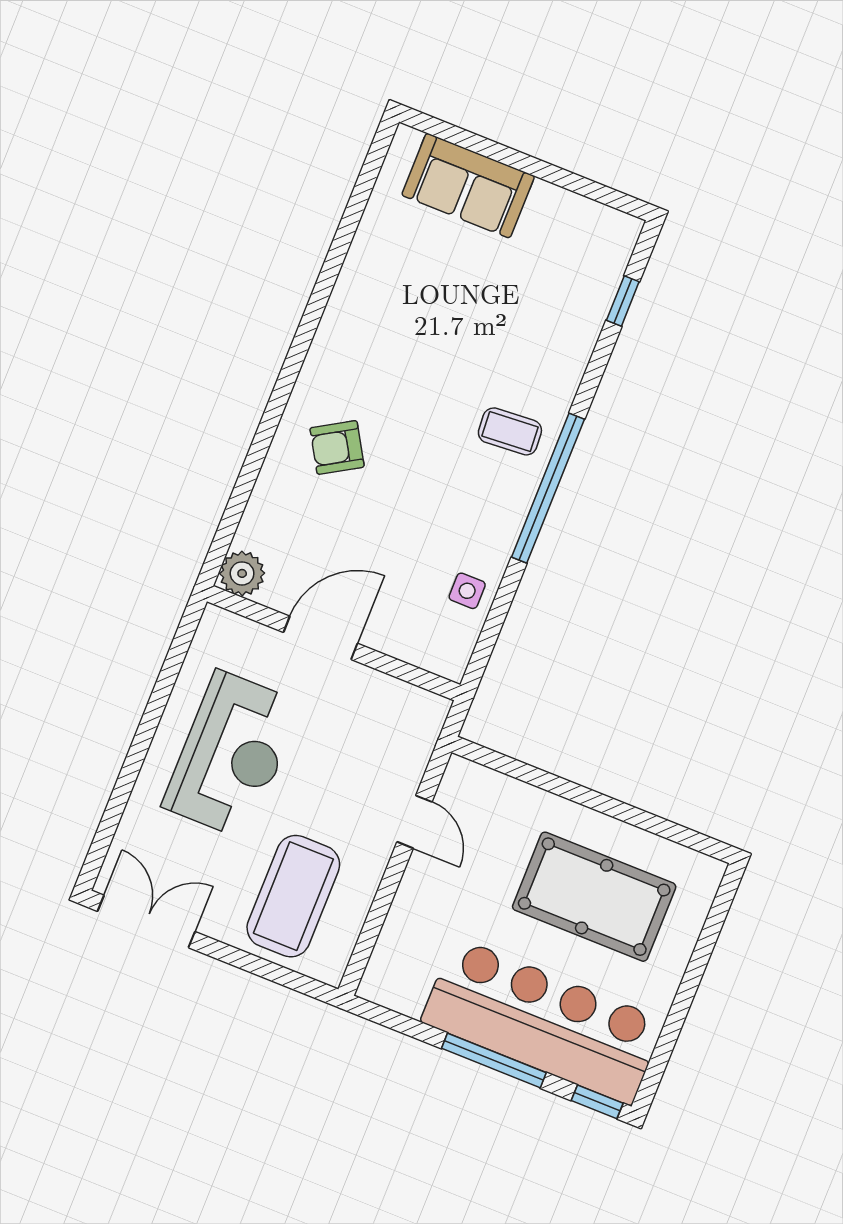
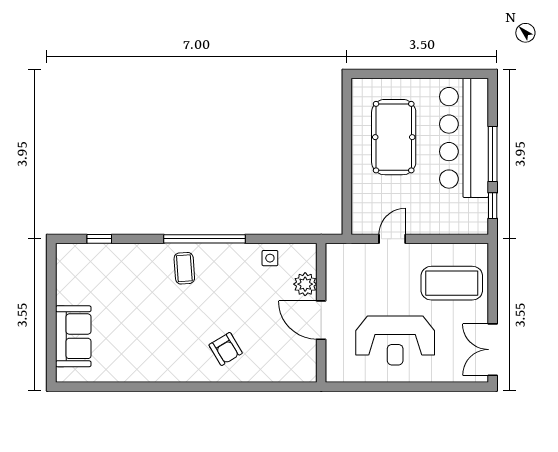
plant: (242, 573) -> (305, 284), moved
reception desk: (232, 755) -> (395, 340), turned 180
window: (597, 1102) -> (493, 206), moved

